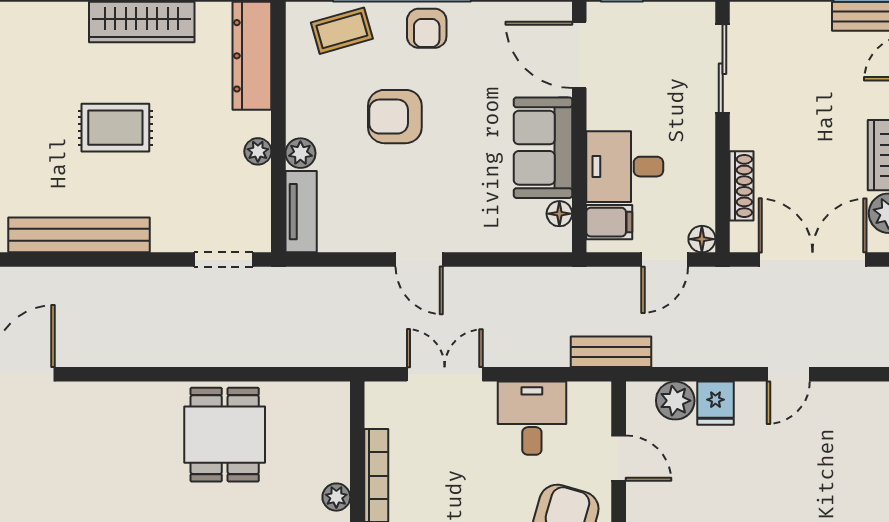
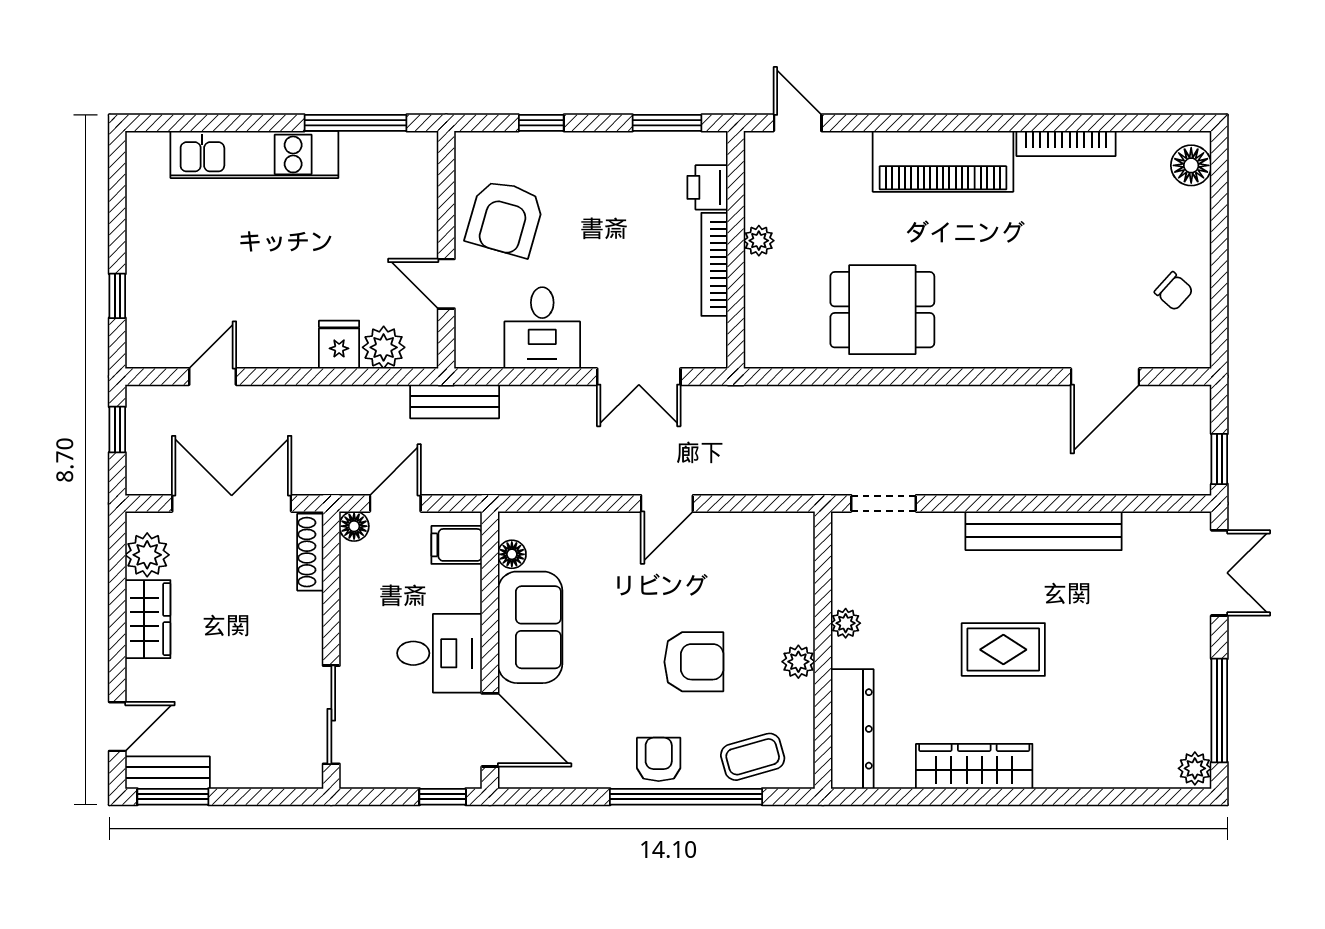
plant: (300, 153) -> (798, 662), moved
desk: (625, 167) -> (440, 653), moved
shoe rack: (741, 186) -> (310, 552), moved
tv unit: (301, 212) -> (798, 556), removed
door: (419, 260) -> (667, 503), swing flipped
double door: (813, 260) -> (232, 503), swing flipped
door: (788, 374) -> (213, 377), moved
dining table: (225, 435) -> (882, 310), turned 90

